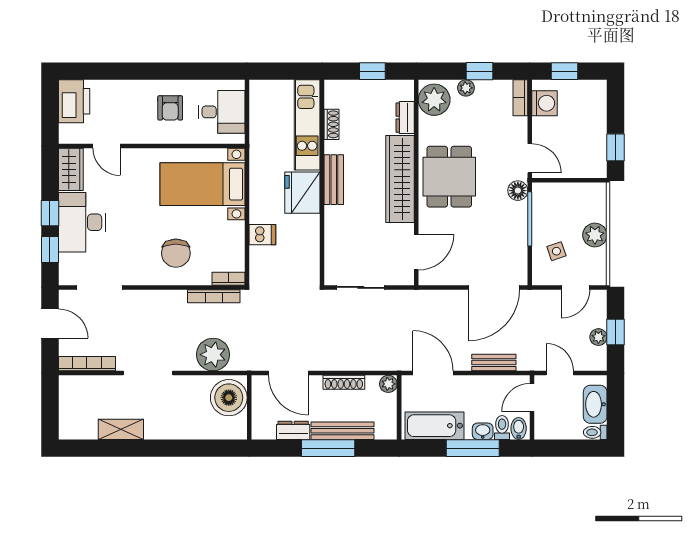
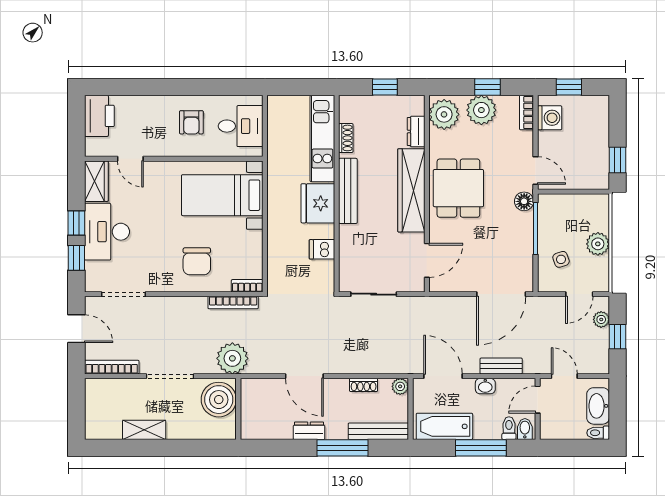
plant: (466, 88) -> (481, 110), width x1.87, depth x1.87
bench: (334, 180) -> (348, 191), width x1.36
dishwasher: (262, 235) -> (322, 249), moved, turned 180
plant: (598, 337) -> (601, 319), moved
shoe rack: (344, 382) -> (364, 385), width x0.70
boiler: (229, 398) -> (219, 400), moved
wall: (249, 407) -> (238, 409), moved
bench: (343, 431) -> (378, 431), moved
washbasin: (483, 431) -> (485, 386), moved, turned 180

